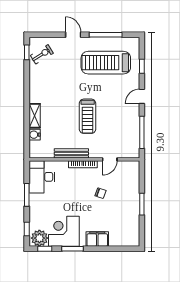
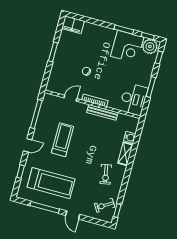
exercise bike: (50, 88) -> (106, 174), added
treadmill: (88, 116) -> (62, 140), moved
filing cabinet: (97, 239) -> (73, 25), moved

